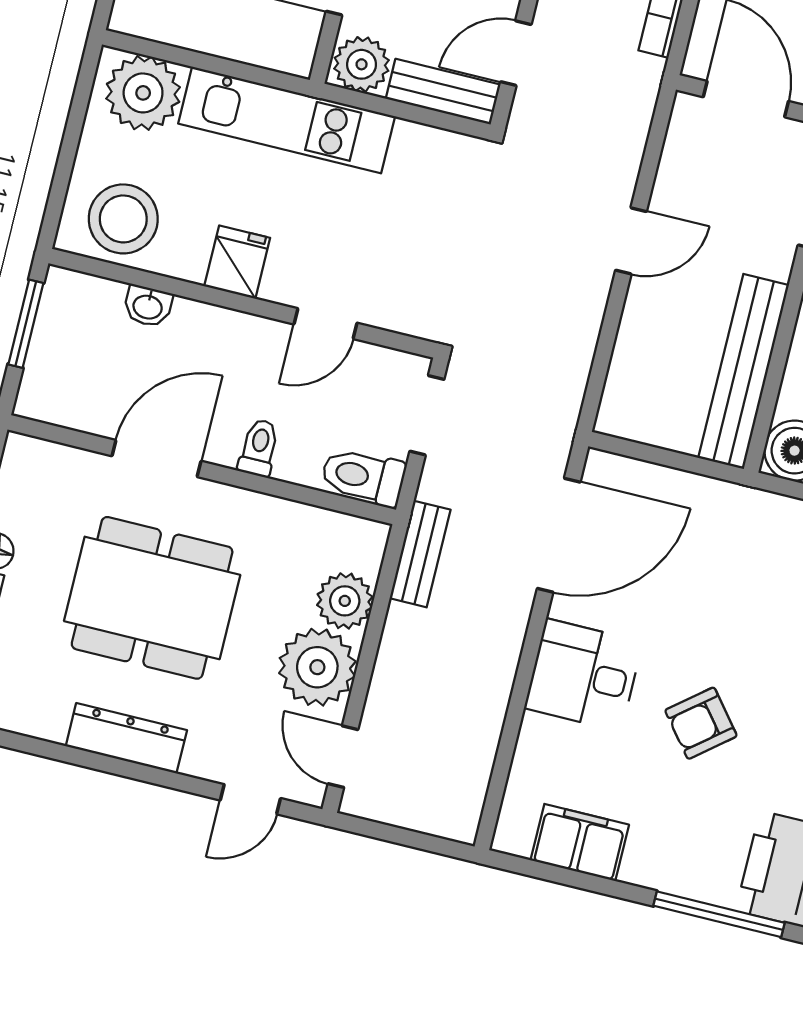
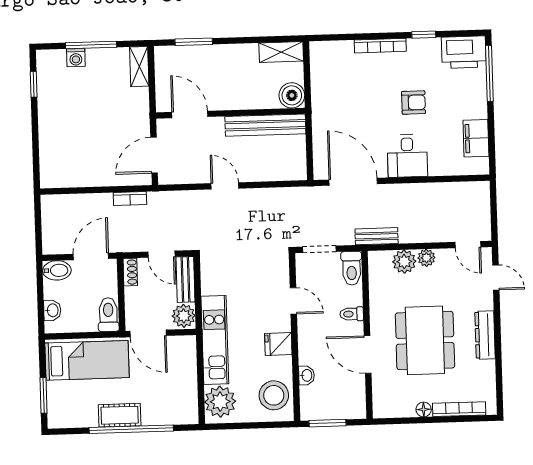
plant: (317, 667) -> (426, 258), width x0.53, depth x0.53
armchair: (701, 723) -> (414, 103), turned -51
door: (343, 757) -> (468, 245), hinge flipped

